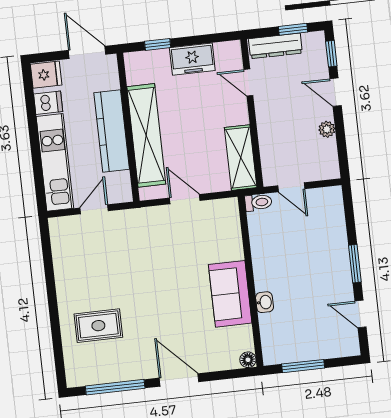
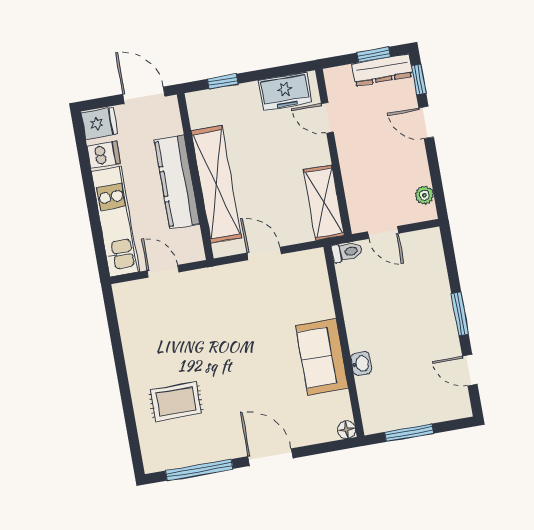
dresser: (275, 46) -> (382, 70), moved
freezer: (192, 59) -> (285, 91), moved
plant: (327, 129) -> (424, 195), moved
door: (94, 209) -> (163, 271), hinge flipped

